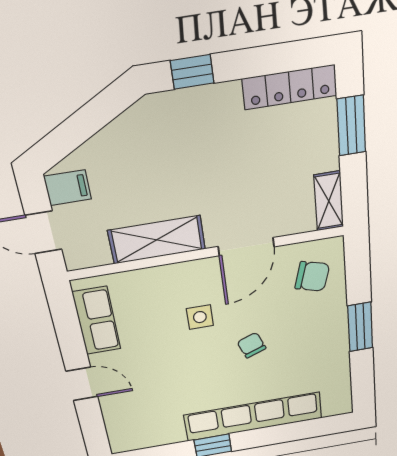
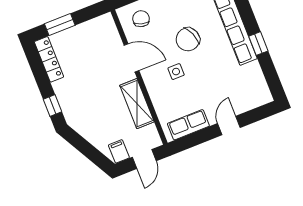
shelving: (329, 201) -> (99, 23), removed
chair: (252, 345) -> (188, 39), width x1.87, depth x1.87

